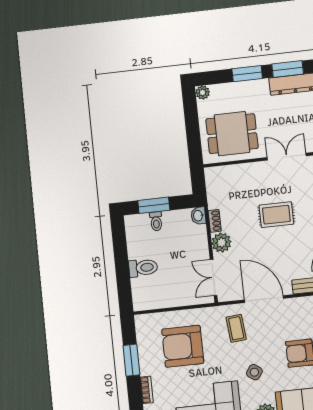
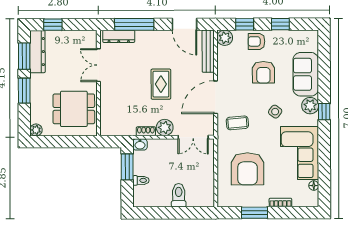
dining table: (232, 134) -> (74, 109), turned 90
window: (154, 205) -> (127, 167), moved
rug: (276, 215) -> (161, 84), moved

